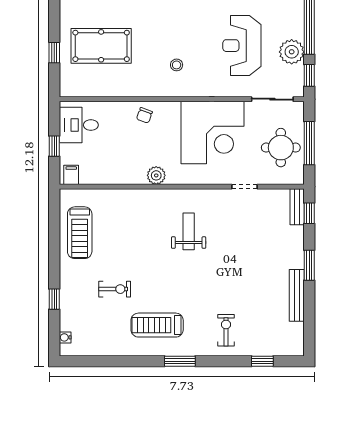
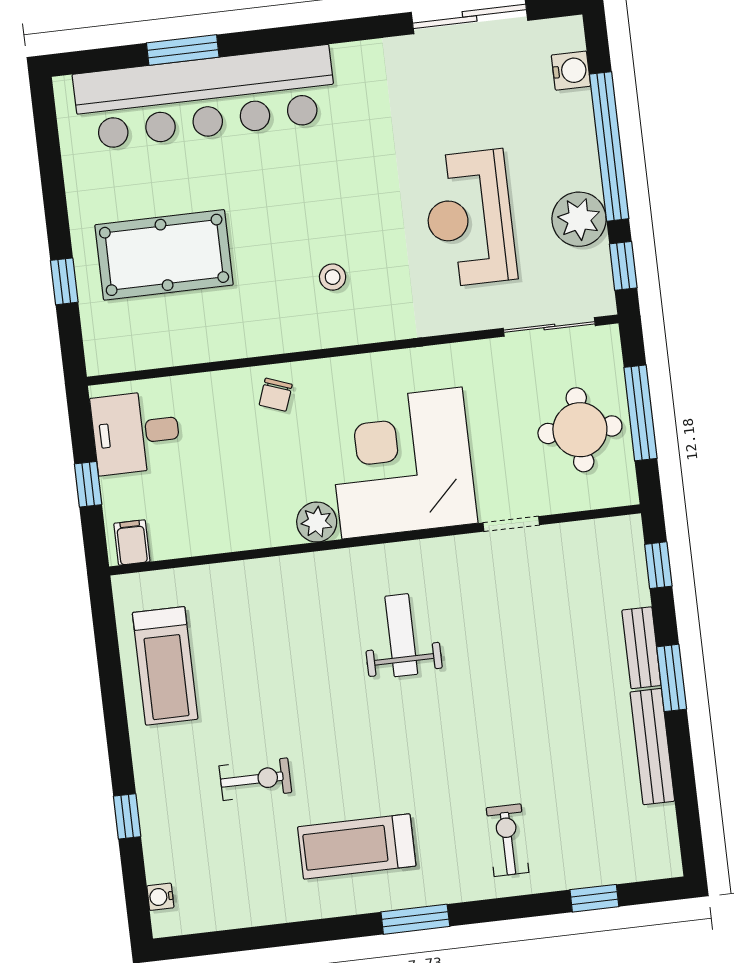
corner desk: (213, 133) -> (402, 463), moved, turned 180
bench: (297, 207) -> (641, 648), moved

